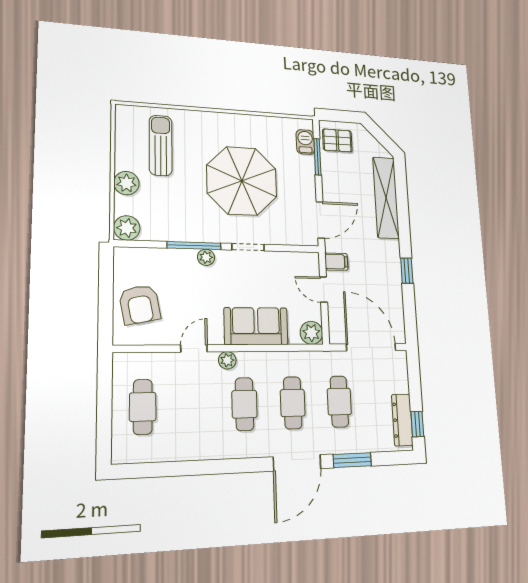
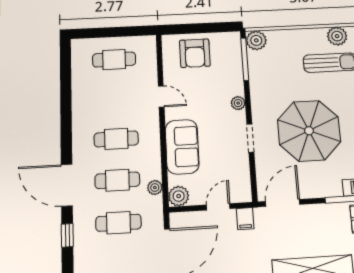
plant: (126, 183) -> (337, 36), moved
door: (320, 220) -> (283, 203), swing flipped
window: (194, 246) -> (245, 59), moved
armchair: (140, 304) -> (195, 53), turned -79
plant: (227, 360) -> (155, 187), moved
window: (352, 460) -> (67, 235), width x0.67

